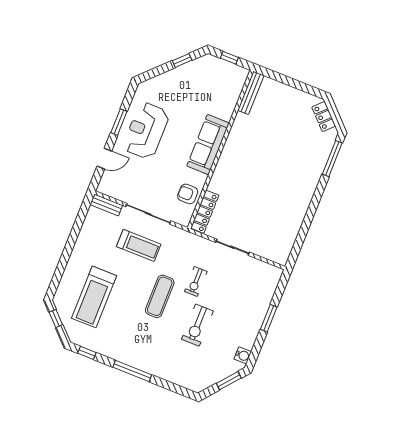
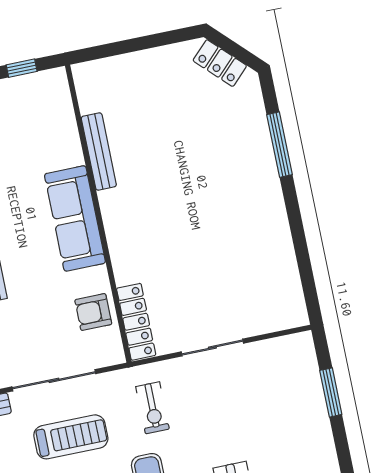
bench: (251, 93) -> (99, 151), moved
window: (332, 159) -> (279, 145), moved
exercise bike: (196, 282) -> (152, 408), moved
window: (269, 318) -> (331, 392), moved

